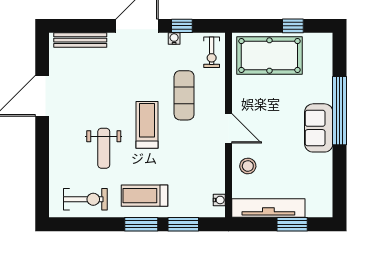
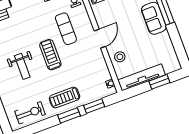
door: (228, 128) -> (100, 39), hinge flipped
weight bench: (104, 148) -> (22, 66), moved

